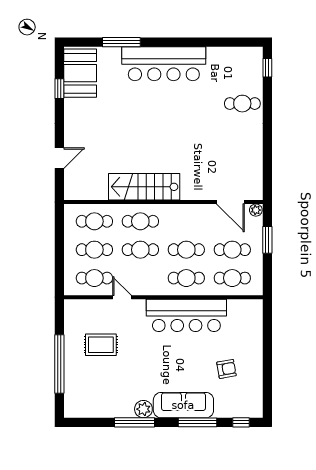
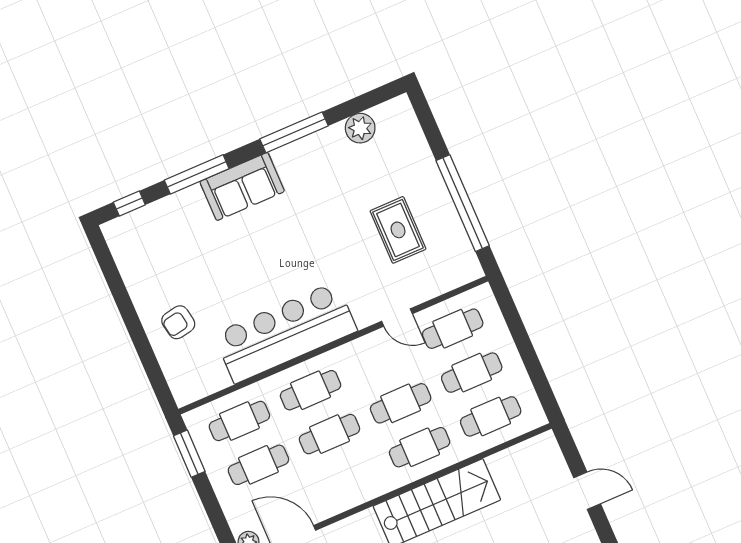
door: (59, 158) -> (587, 491), swing flipped
window: (267, 240) -> (189, 454), moved
rug: (101, 345) -> (398, 230), turned 90
window: (59, 364) -> (463, 203), moved
armchair: (226, 369) -> (178, 322), moved
sofa: (183, 405) -> (242, 186), width x0.73
plant: (143, 409) -> (360, 128), moved

